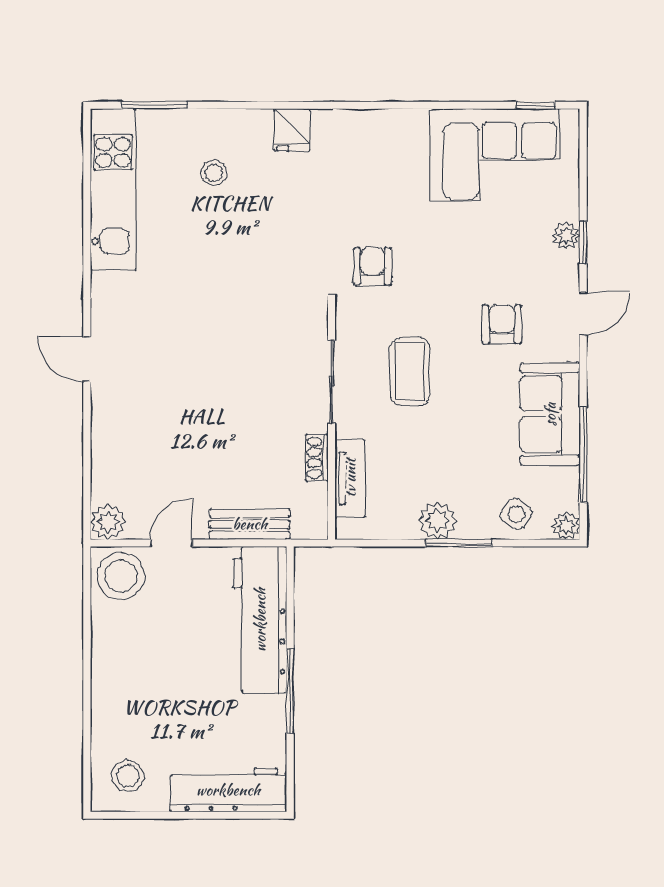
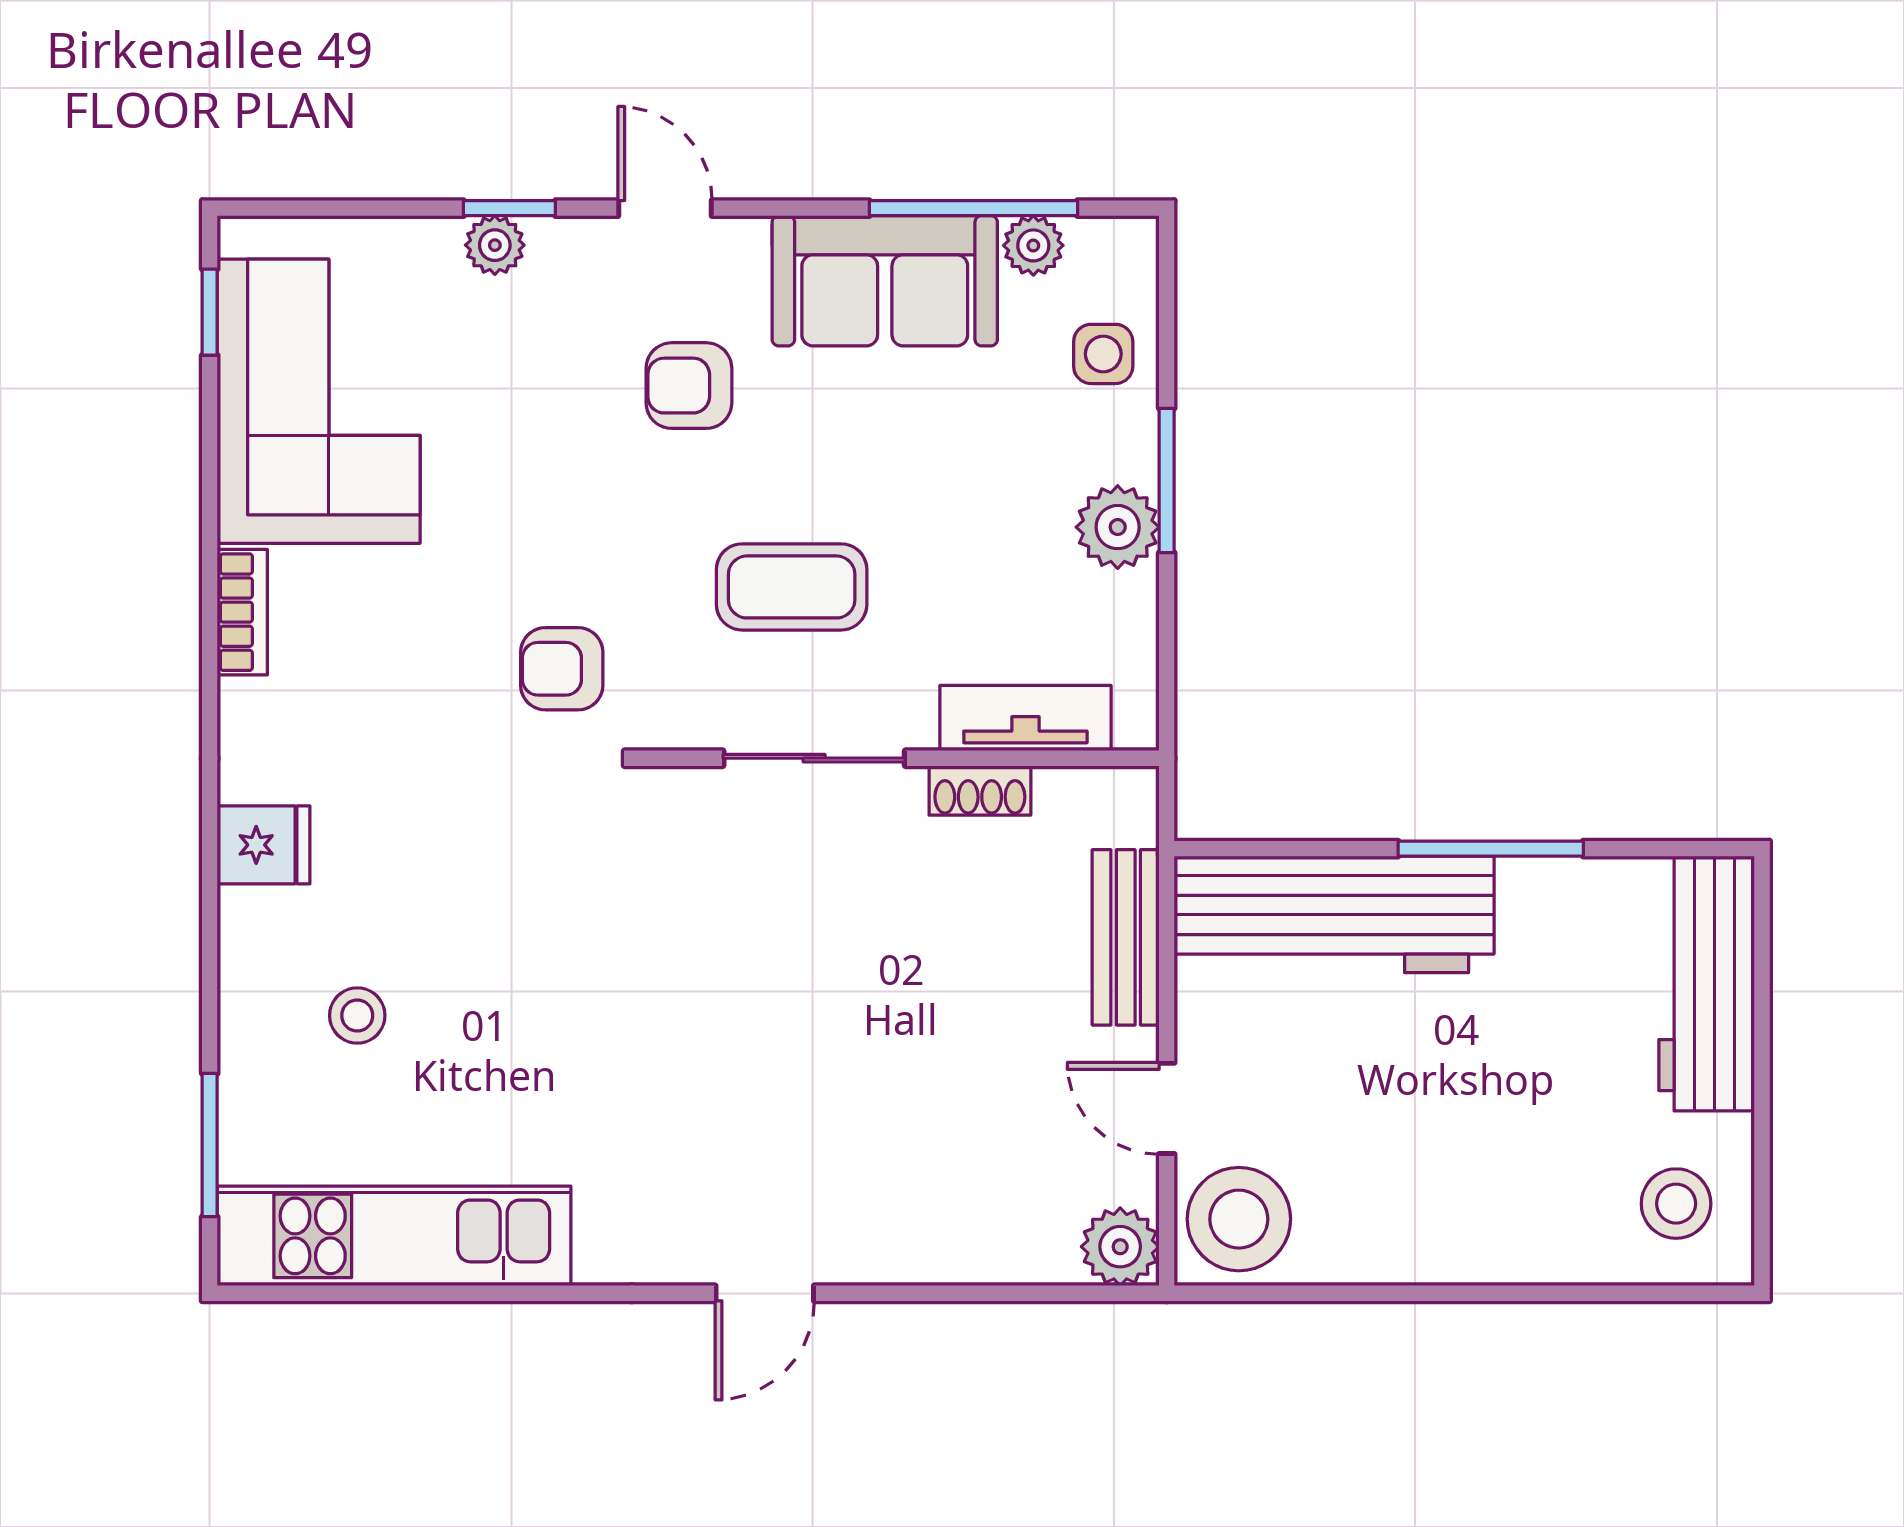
bookcase: (398, 120) -> (242, 612), added
side table: (516, 514) -> (1103, 354), turned -35
plant: (566, 526) -> (1033, 245), moved

